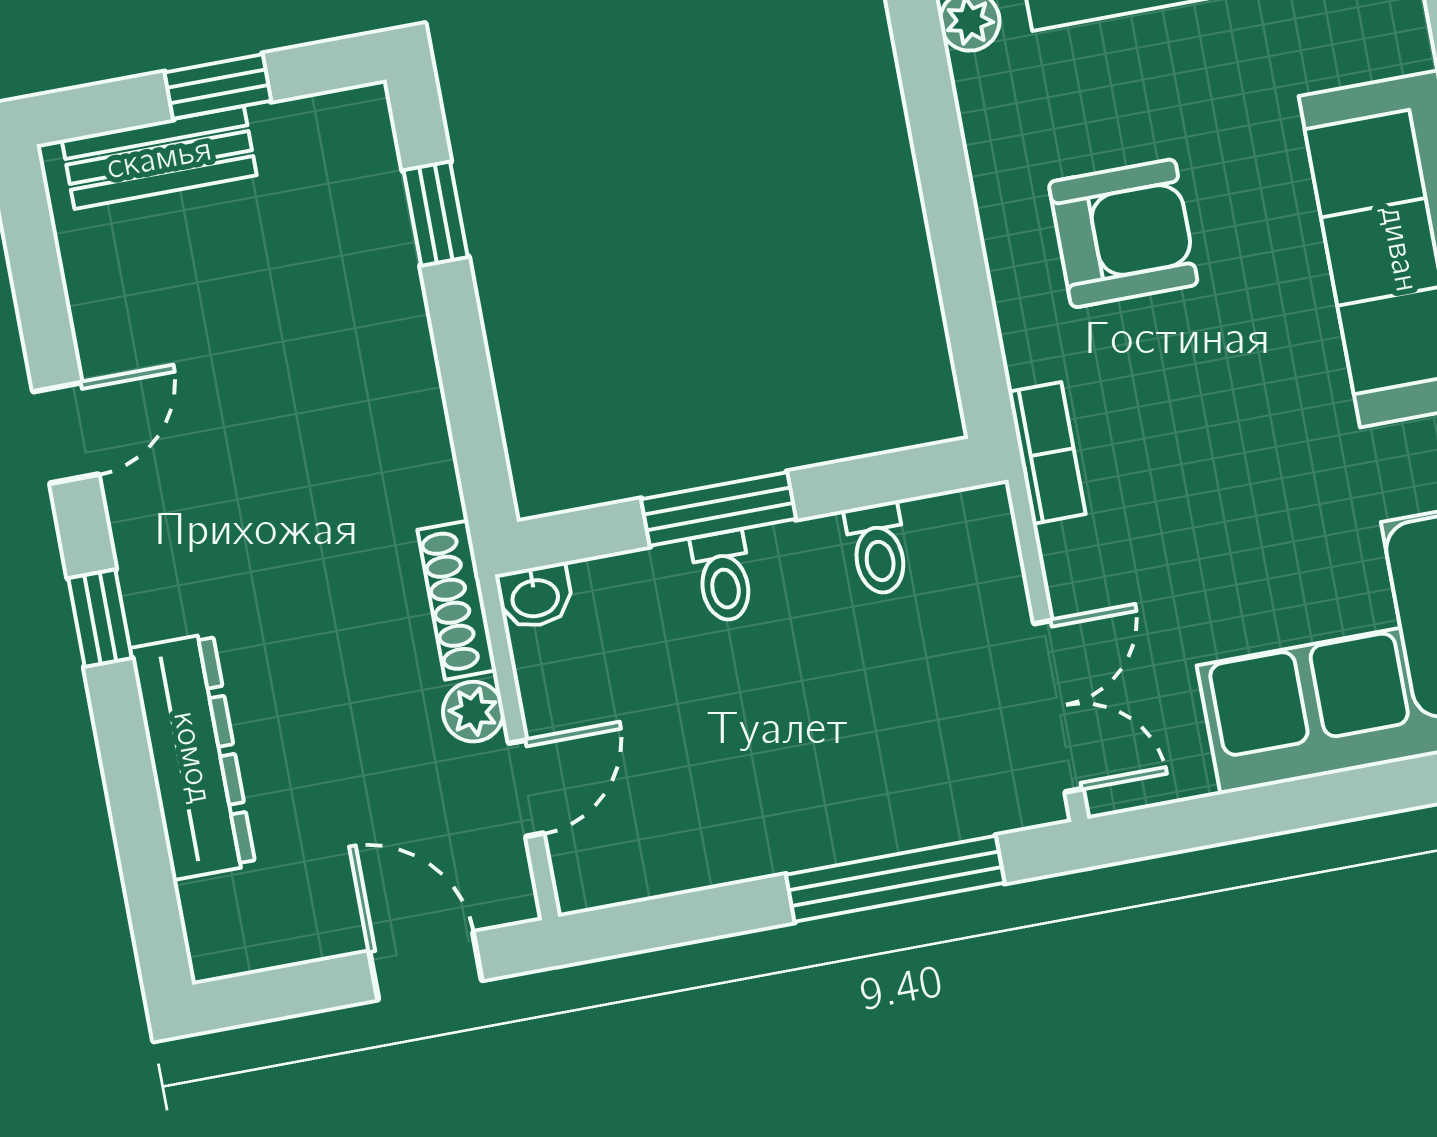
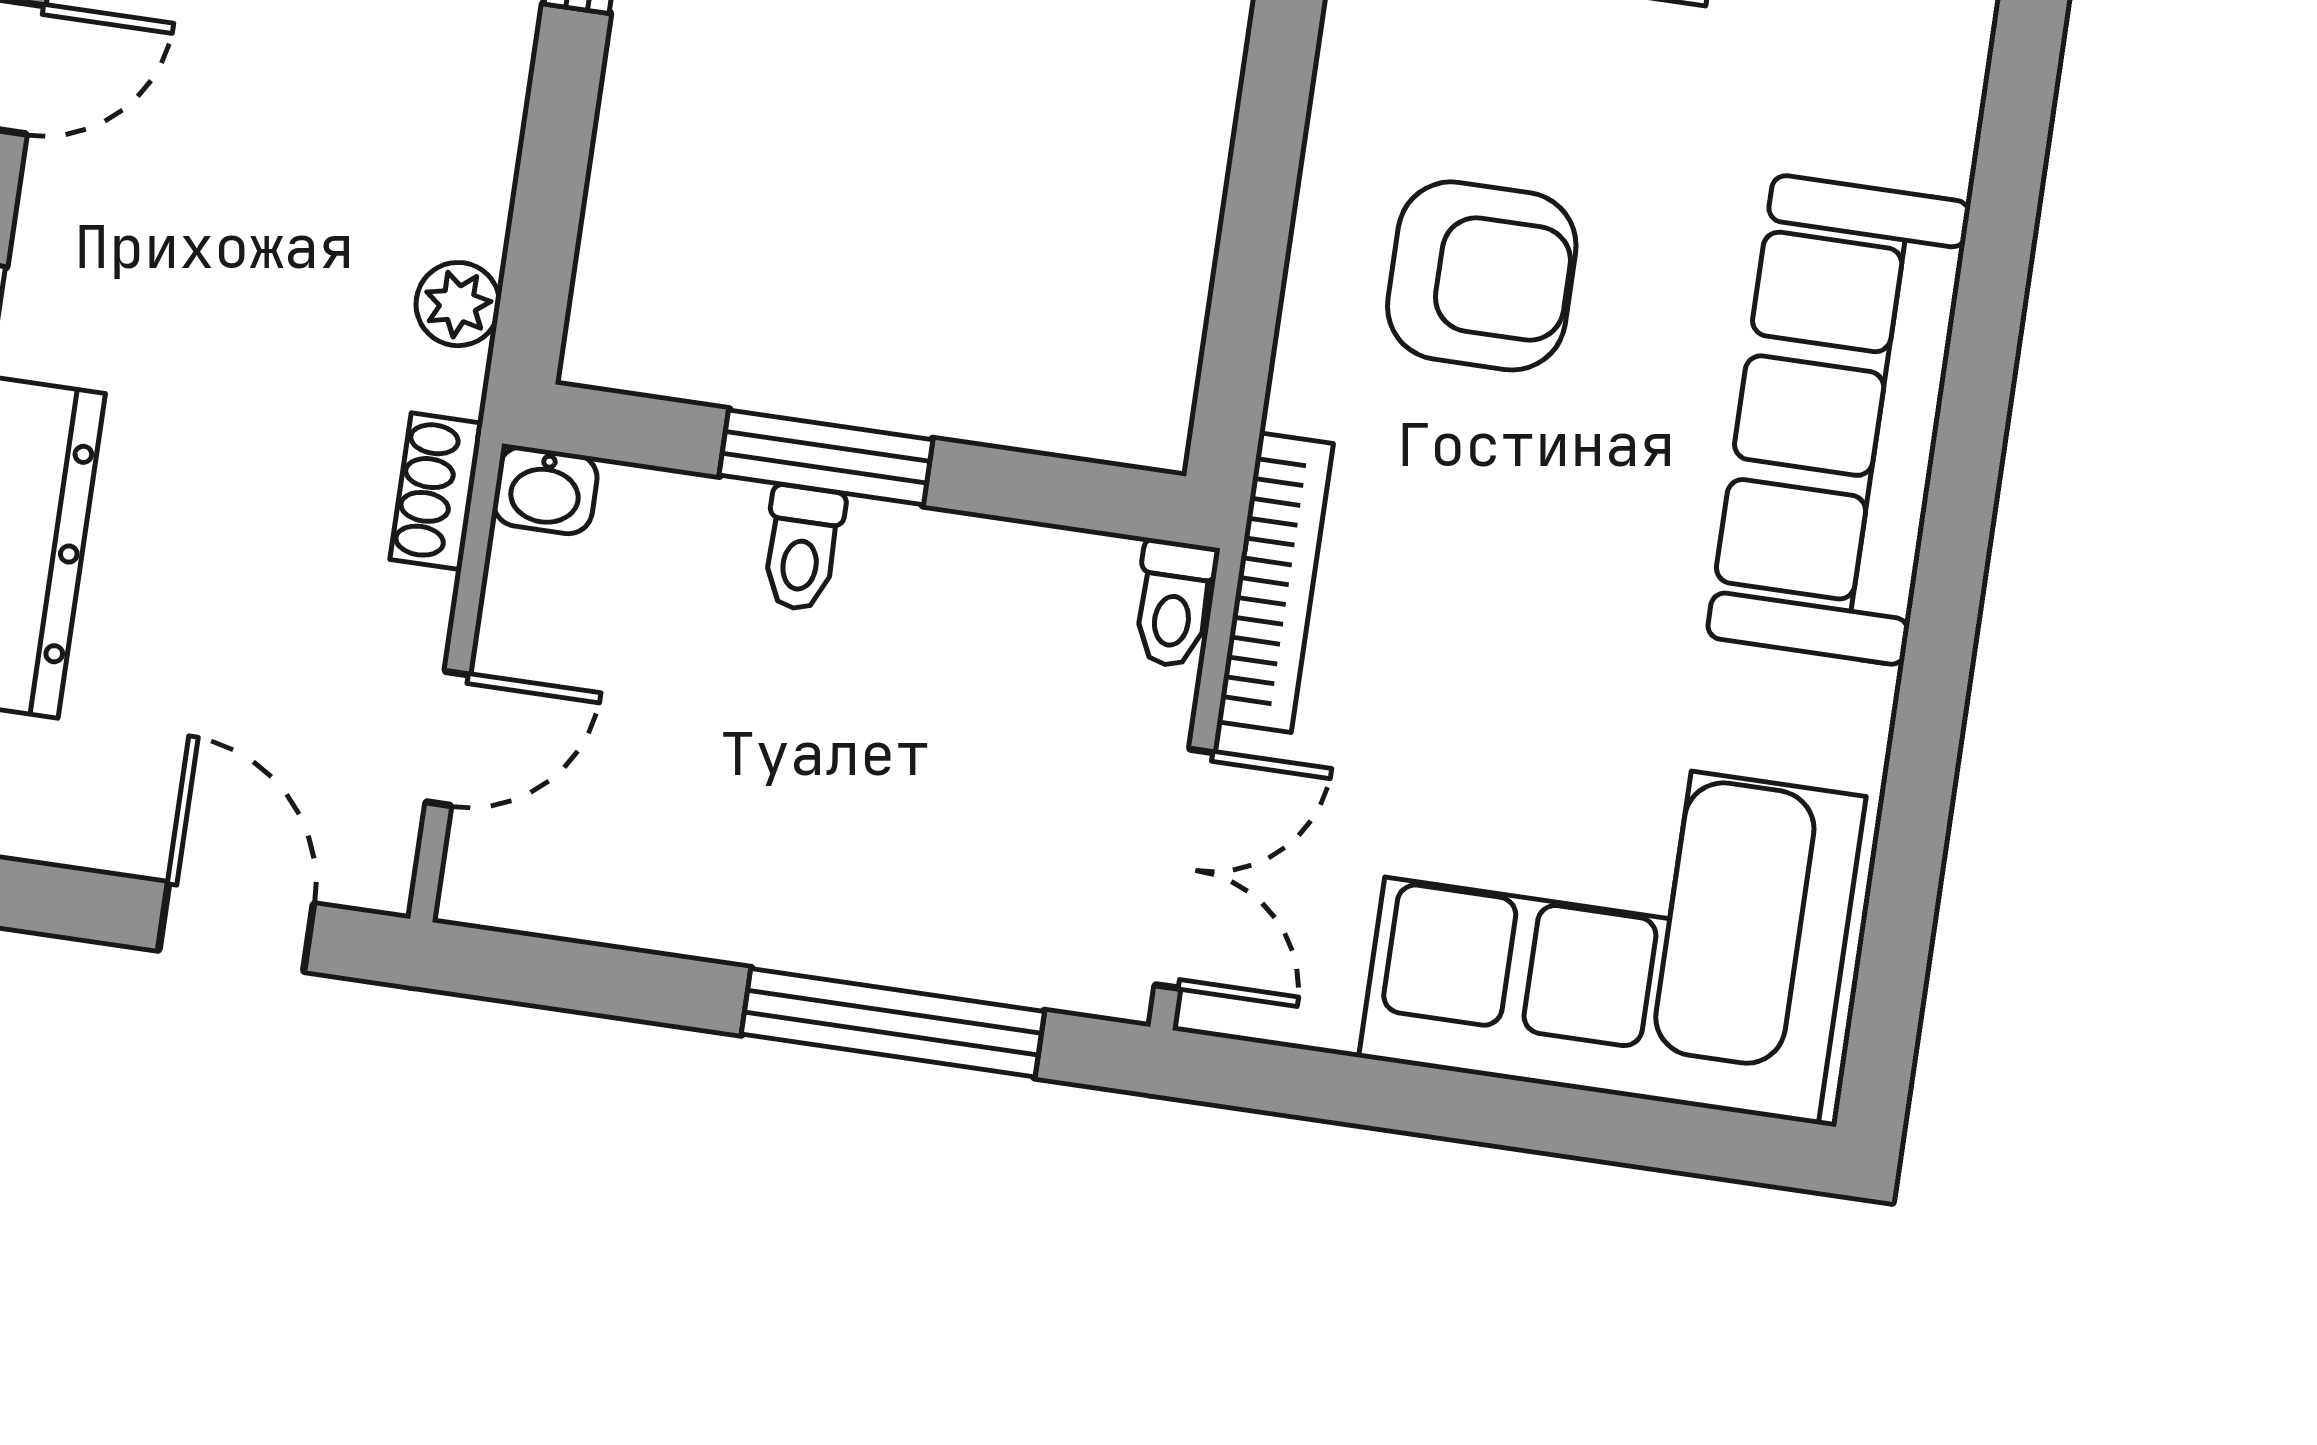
bookcase: (1047, 453) -> (1275, 583), width x1.56
toilet: (878, 549) -> (1174, 604), moved
shoe rack: (457, 600) -> (436, 491), width x0.70
plant: (473, 712) -> (458, 304), moved

